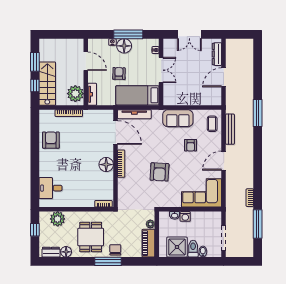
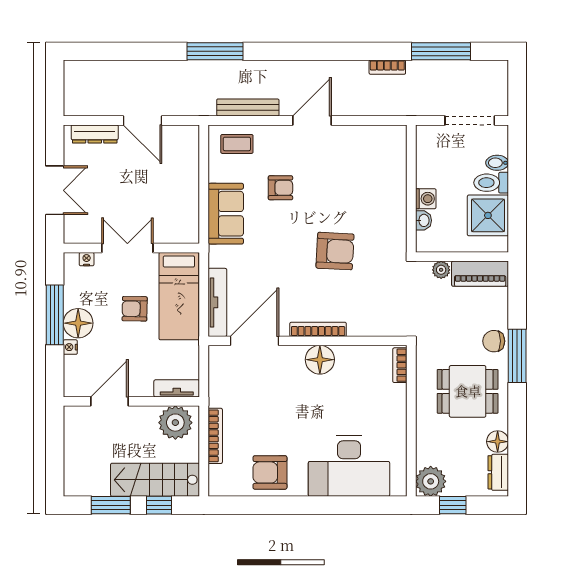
armchair: (119, 74) -> (135, 309), moved
door: (224, 161) -> (312, 120), swing flipped
desk: (51, 188) -> (349, 466), width x1.87, depth x1.30
corner sofa: (201, 193) -> (378, 166), removed
plant: (58, 219) -> (431, 481), moved

